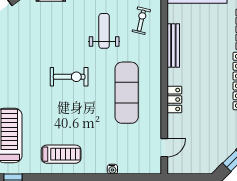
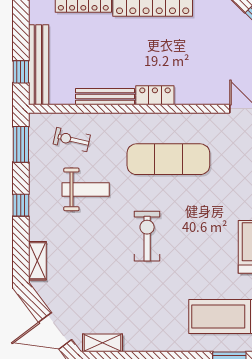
weight bench: (104, 31) -> (86, 189), turned 180
locker: (174, 100) -> (155, 95), moved

